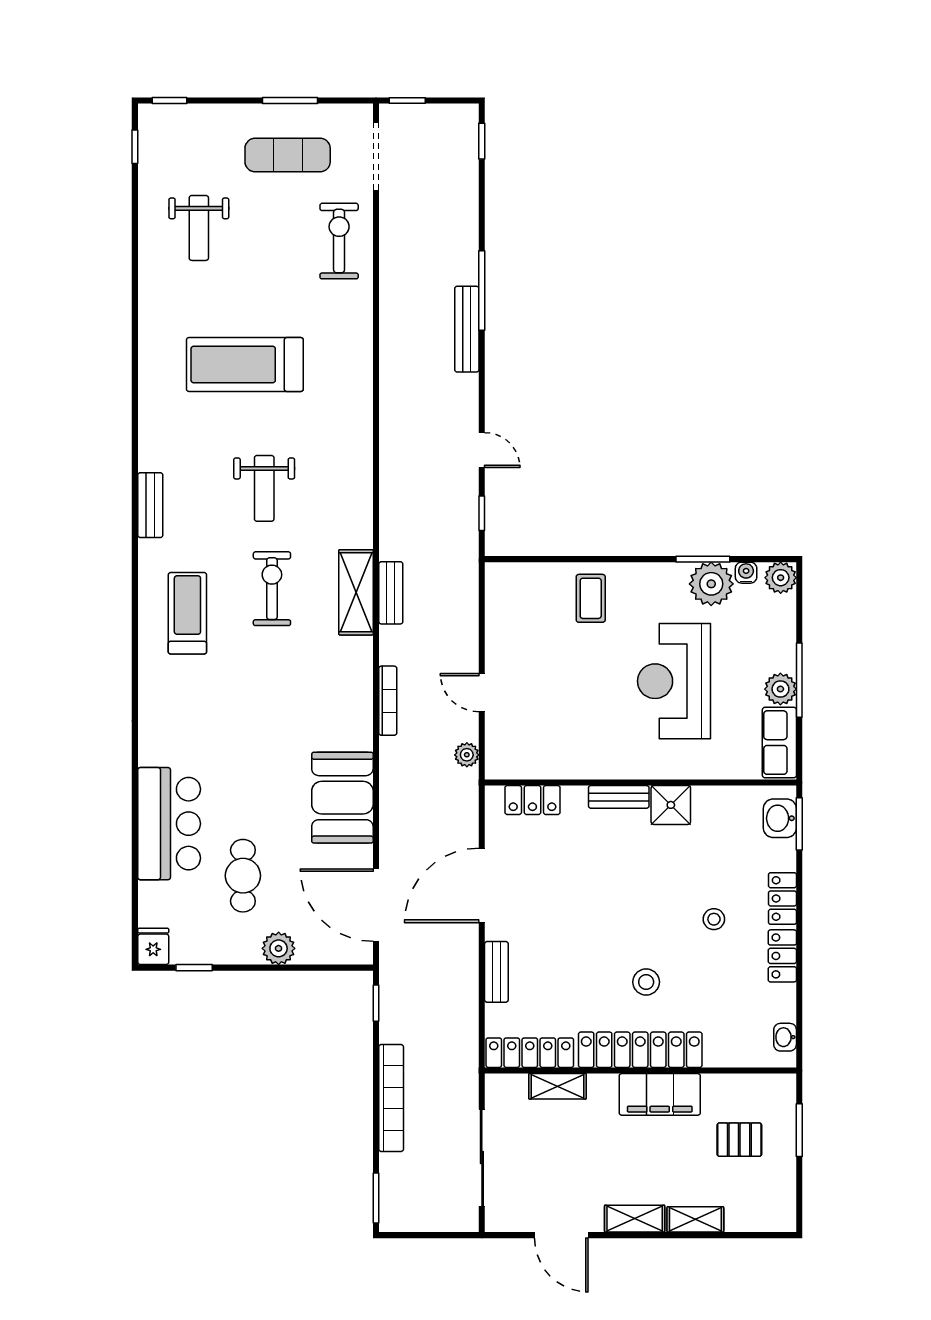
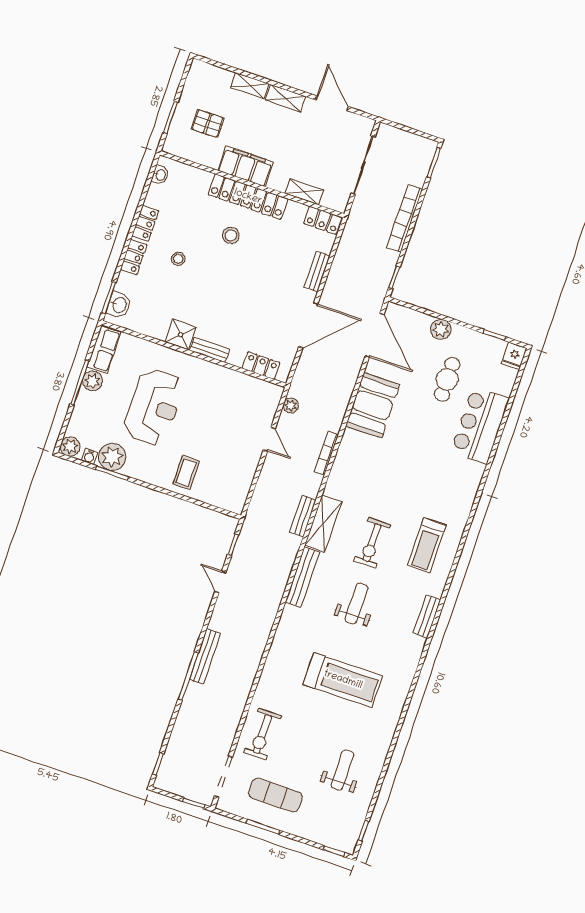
bench: (360, 500) -> (302, 577), added
locker: (530, 1053) -> (323, 220), width x0.66

